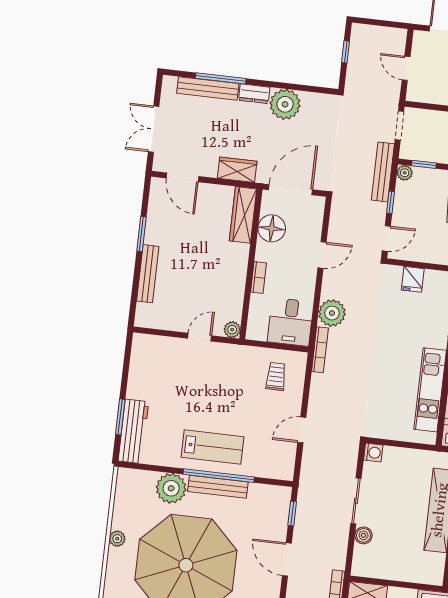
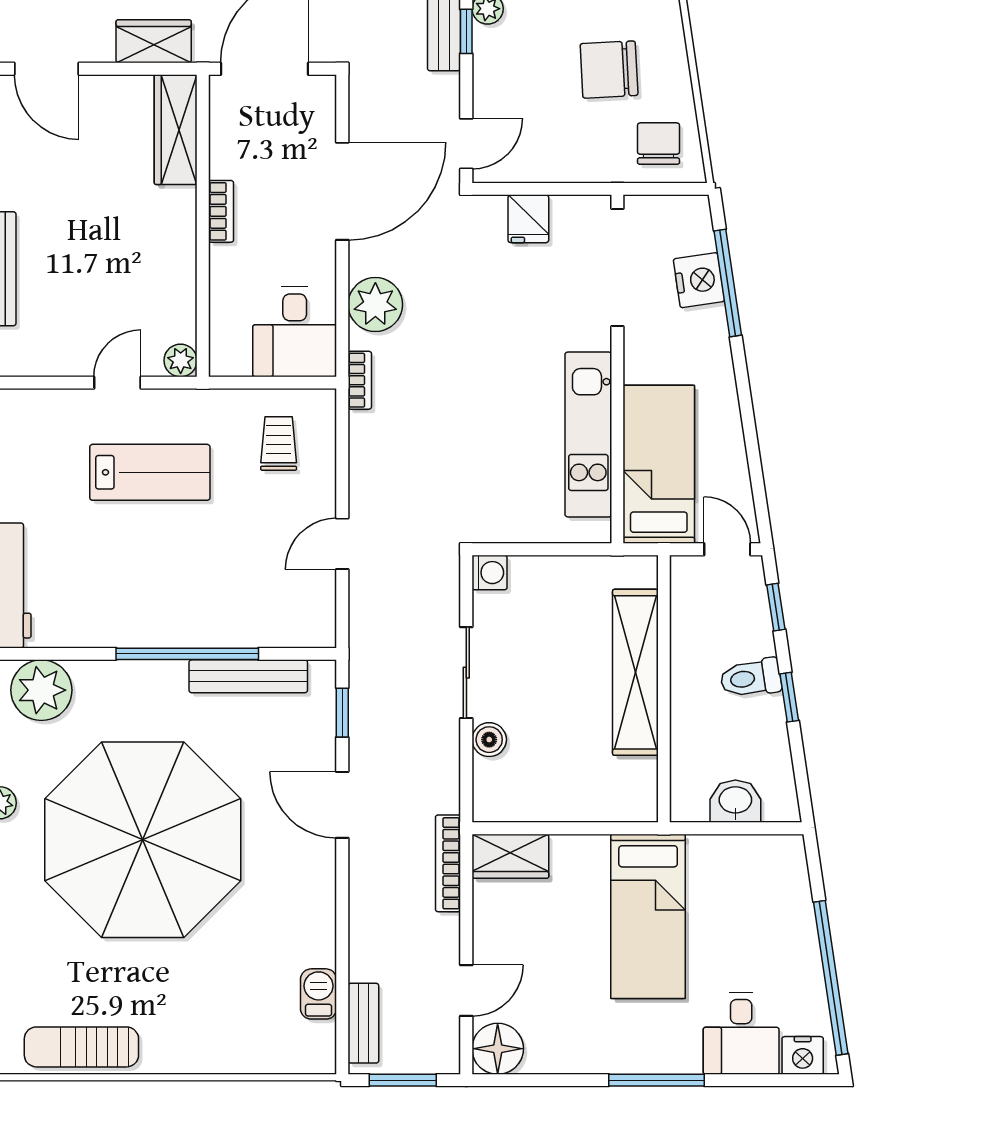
window: (390, 202) -> (466, 31), moved
floor lamp: (272, 228) -> (236, 150), removed
door: (322, 255) -> (342, 191), width x1.88
bookcase: (259, 277) -> (221, 211), moved
bookcase: (320, 350) -> (360, 380), width x0.64
lab bench: (212, 447) -> (150, 472), moved
bench: (218, 487) -> (248, 676), moved
plant: (171, 488) -> (41, 690), moved

